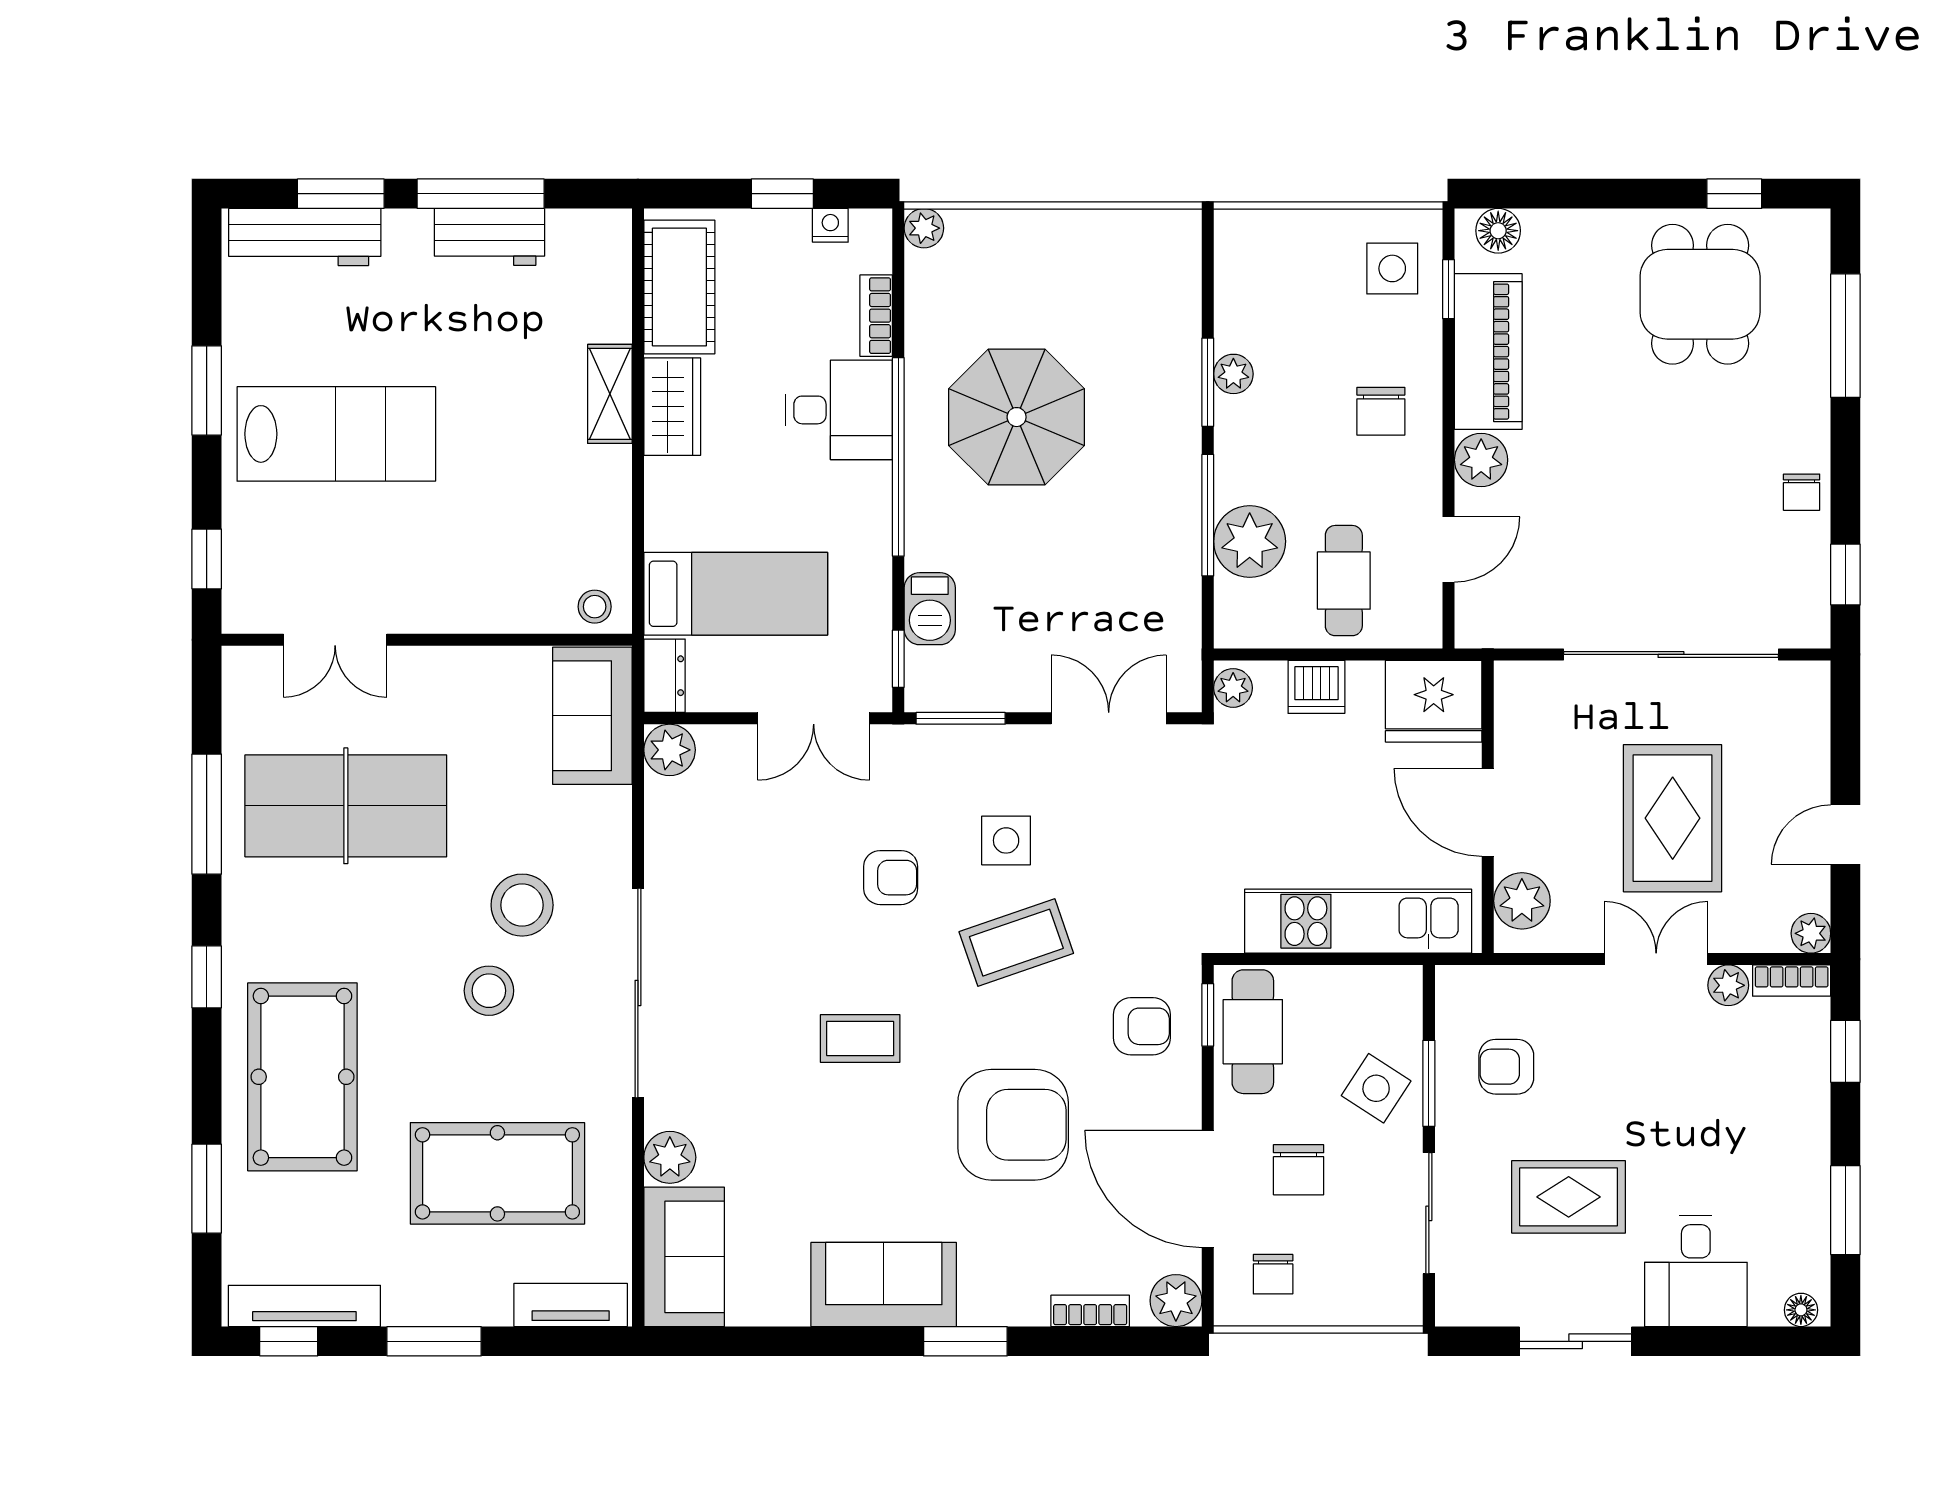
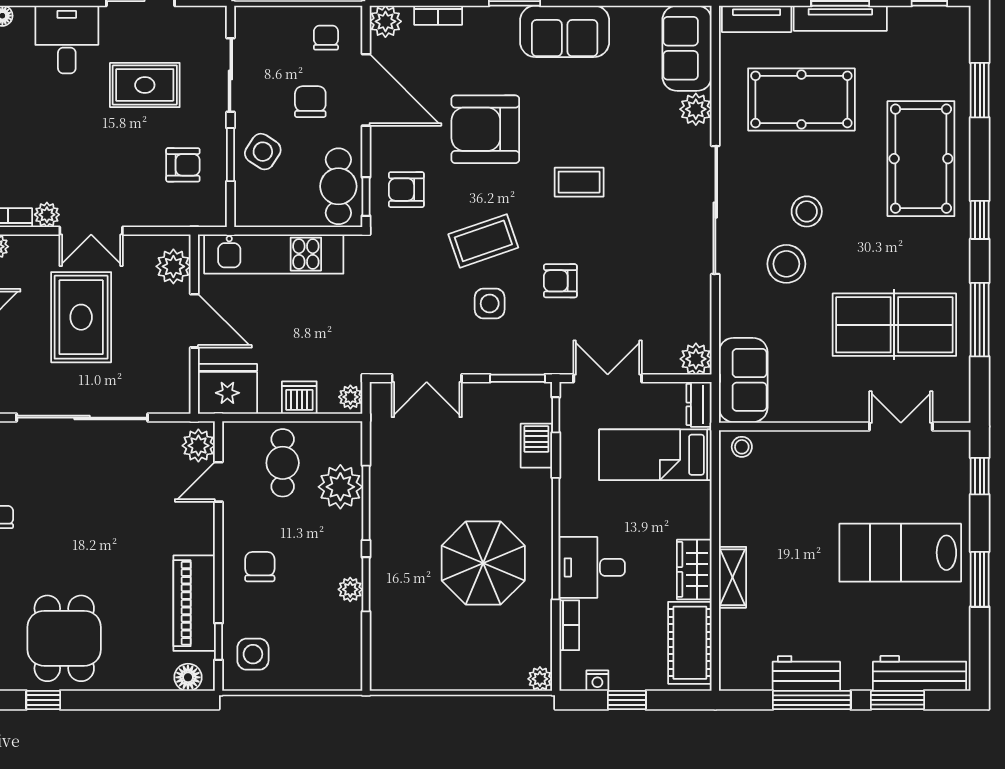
plant: (1481, 460) -> (198, 446), moved
tv unit: (304, 1306) -> (840, 18), moved

